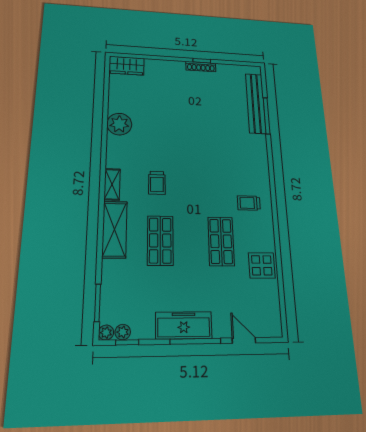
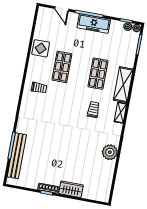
wardrobe: (127, 66) -> (71, 189), moved

